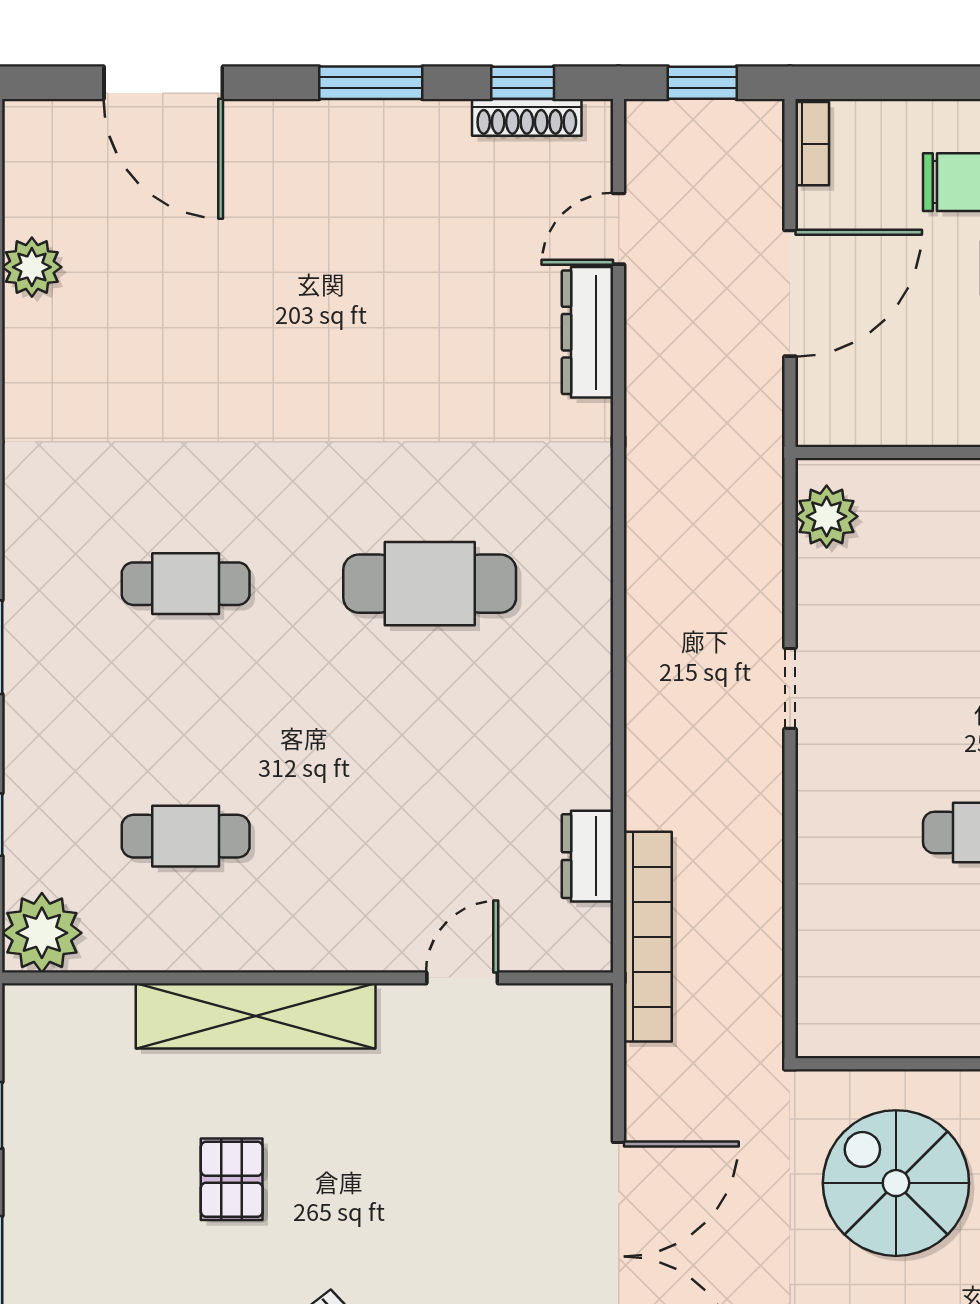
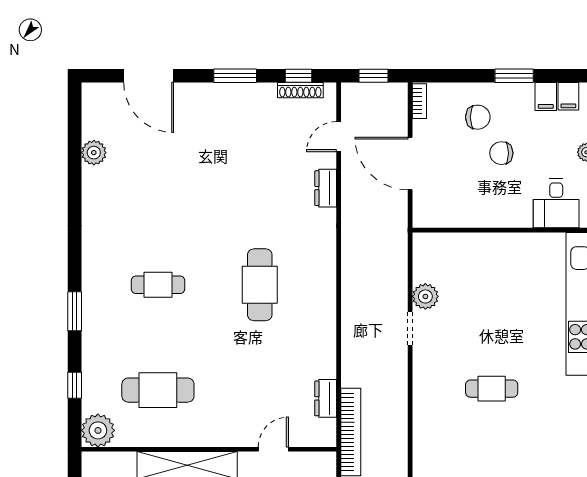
door: (790, 293) -> (410, 164), swing flipped
dresser: (588, 332) -> (326, 188), width x0.70
plant: (827, 516) -> (425, 296), moved
cafe table: (430, 584) -> (260, 285), turned 90
cafe table: (186, 836) -> (158, 390), width x1.37, depth x1.35

